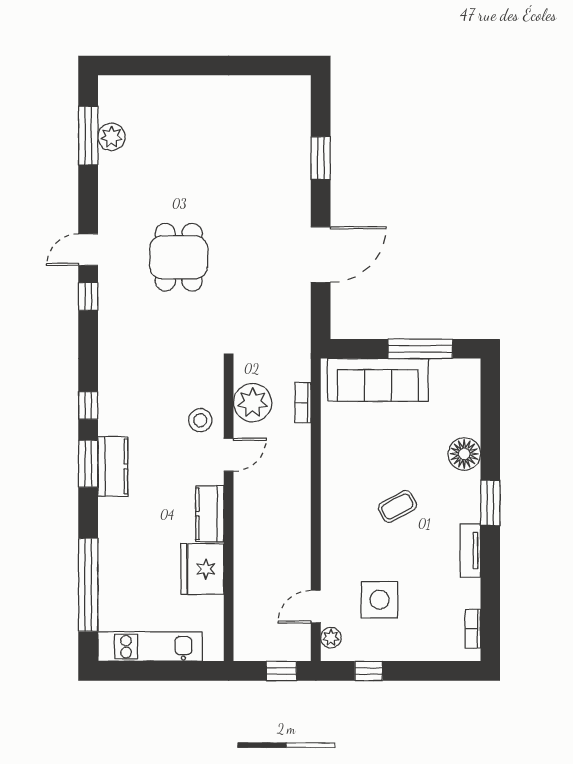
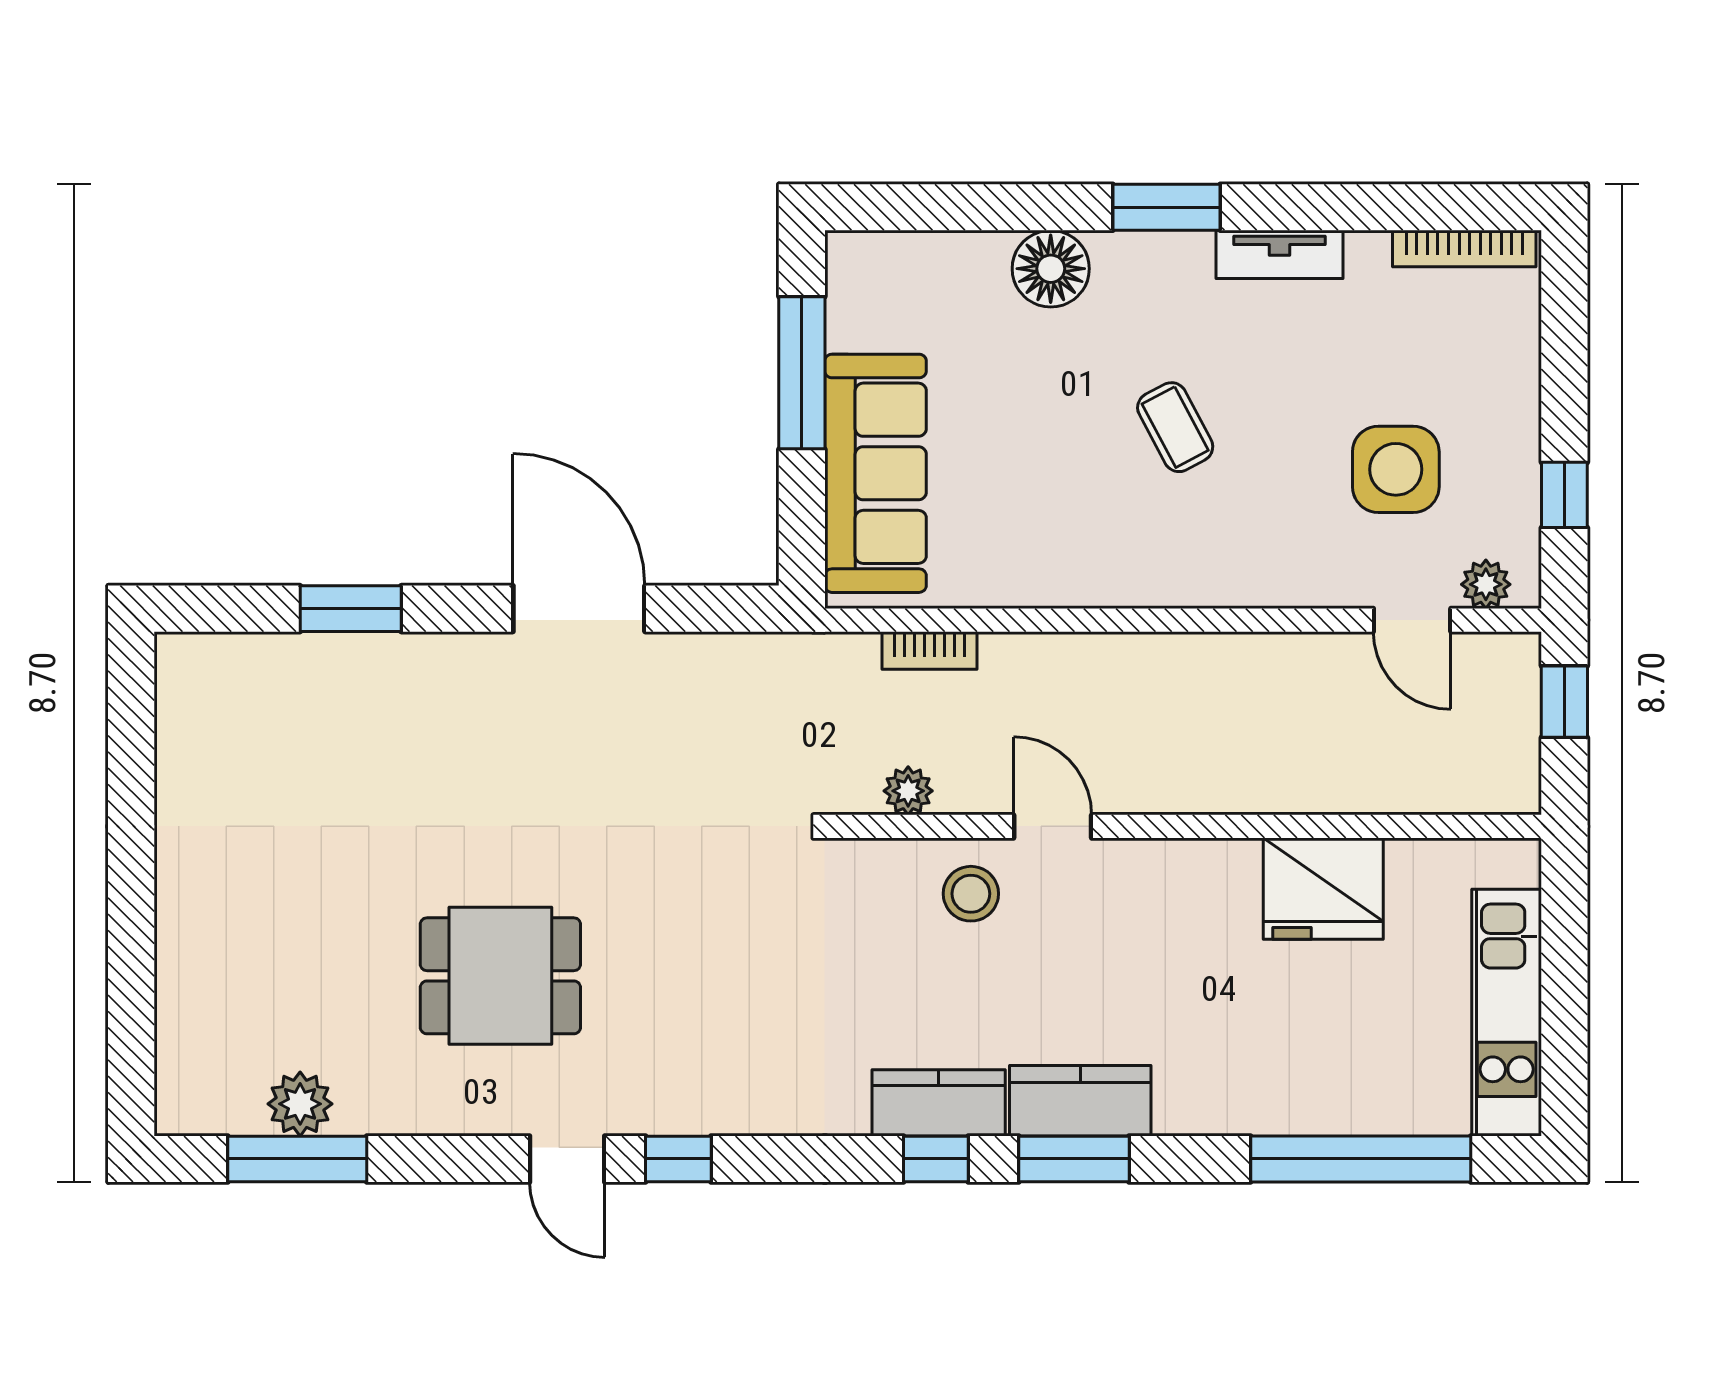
dining table: (179, 257) -> (500, 976), moved
plant: (253, 403) -> (908, 791), width x0.53, depth x0.53
kitchen counter: (210, 514) -> (939, 1103), moved, turned 180
bookcase: (473, 629) -> (1464, 249), width x1.56

